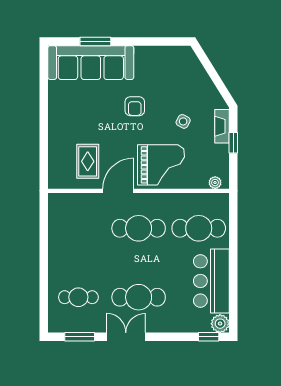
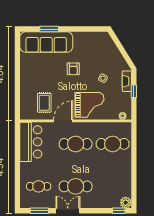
bar counter: (211, 281) -> (31, 142), moved, turned 180

